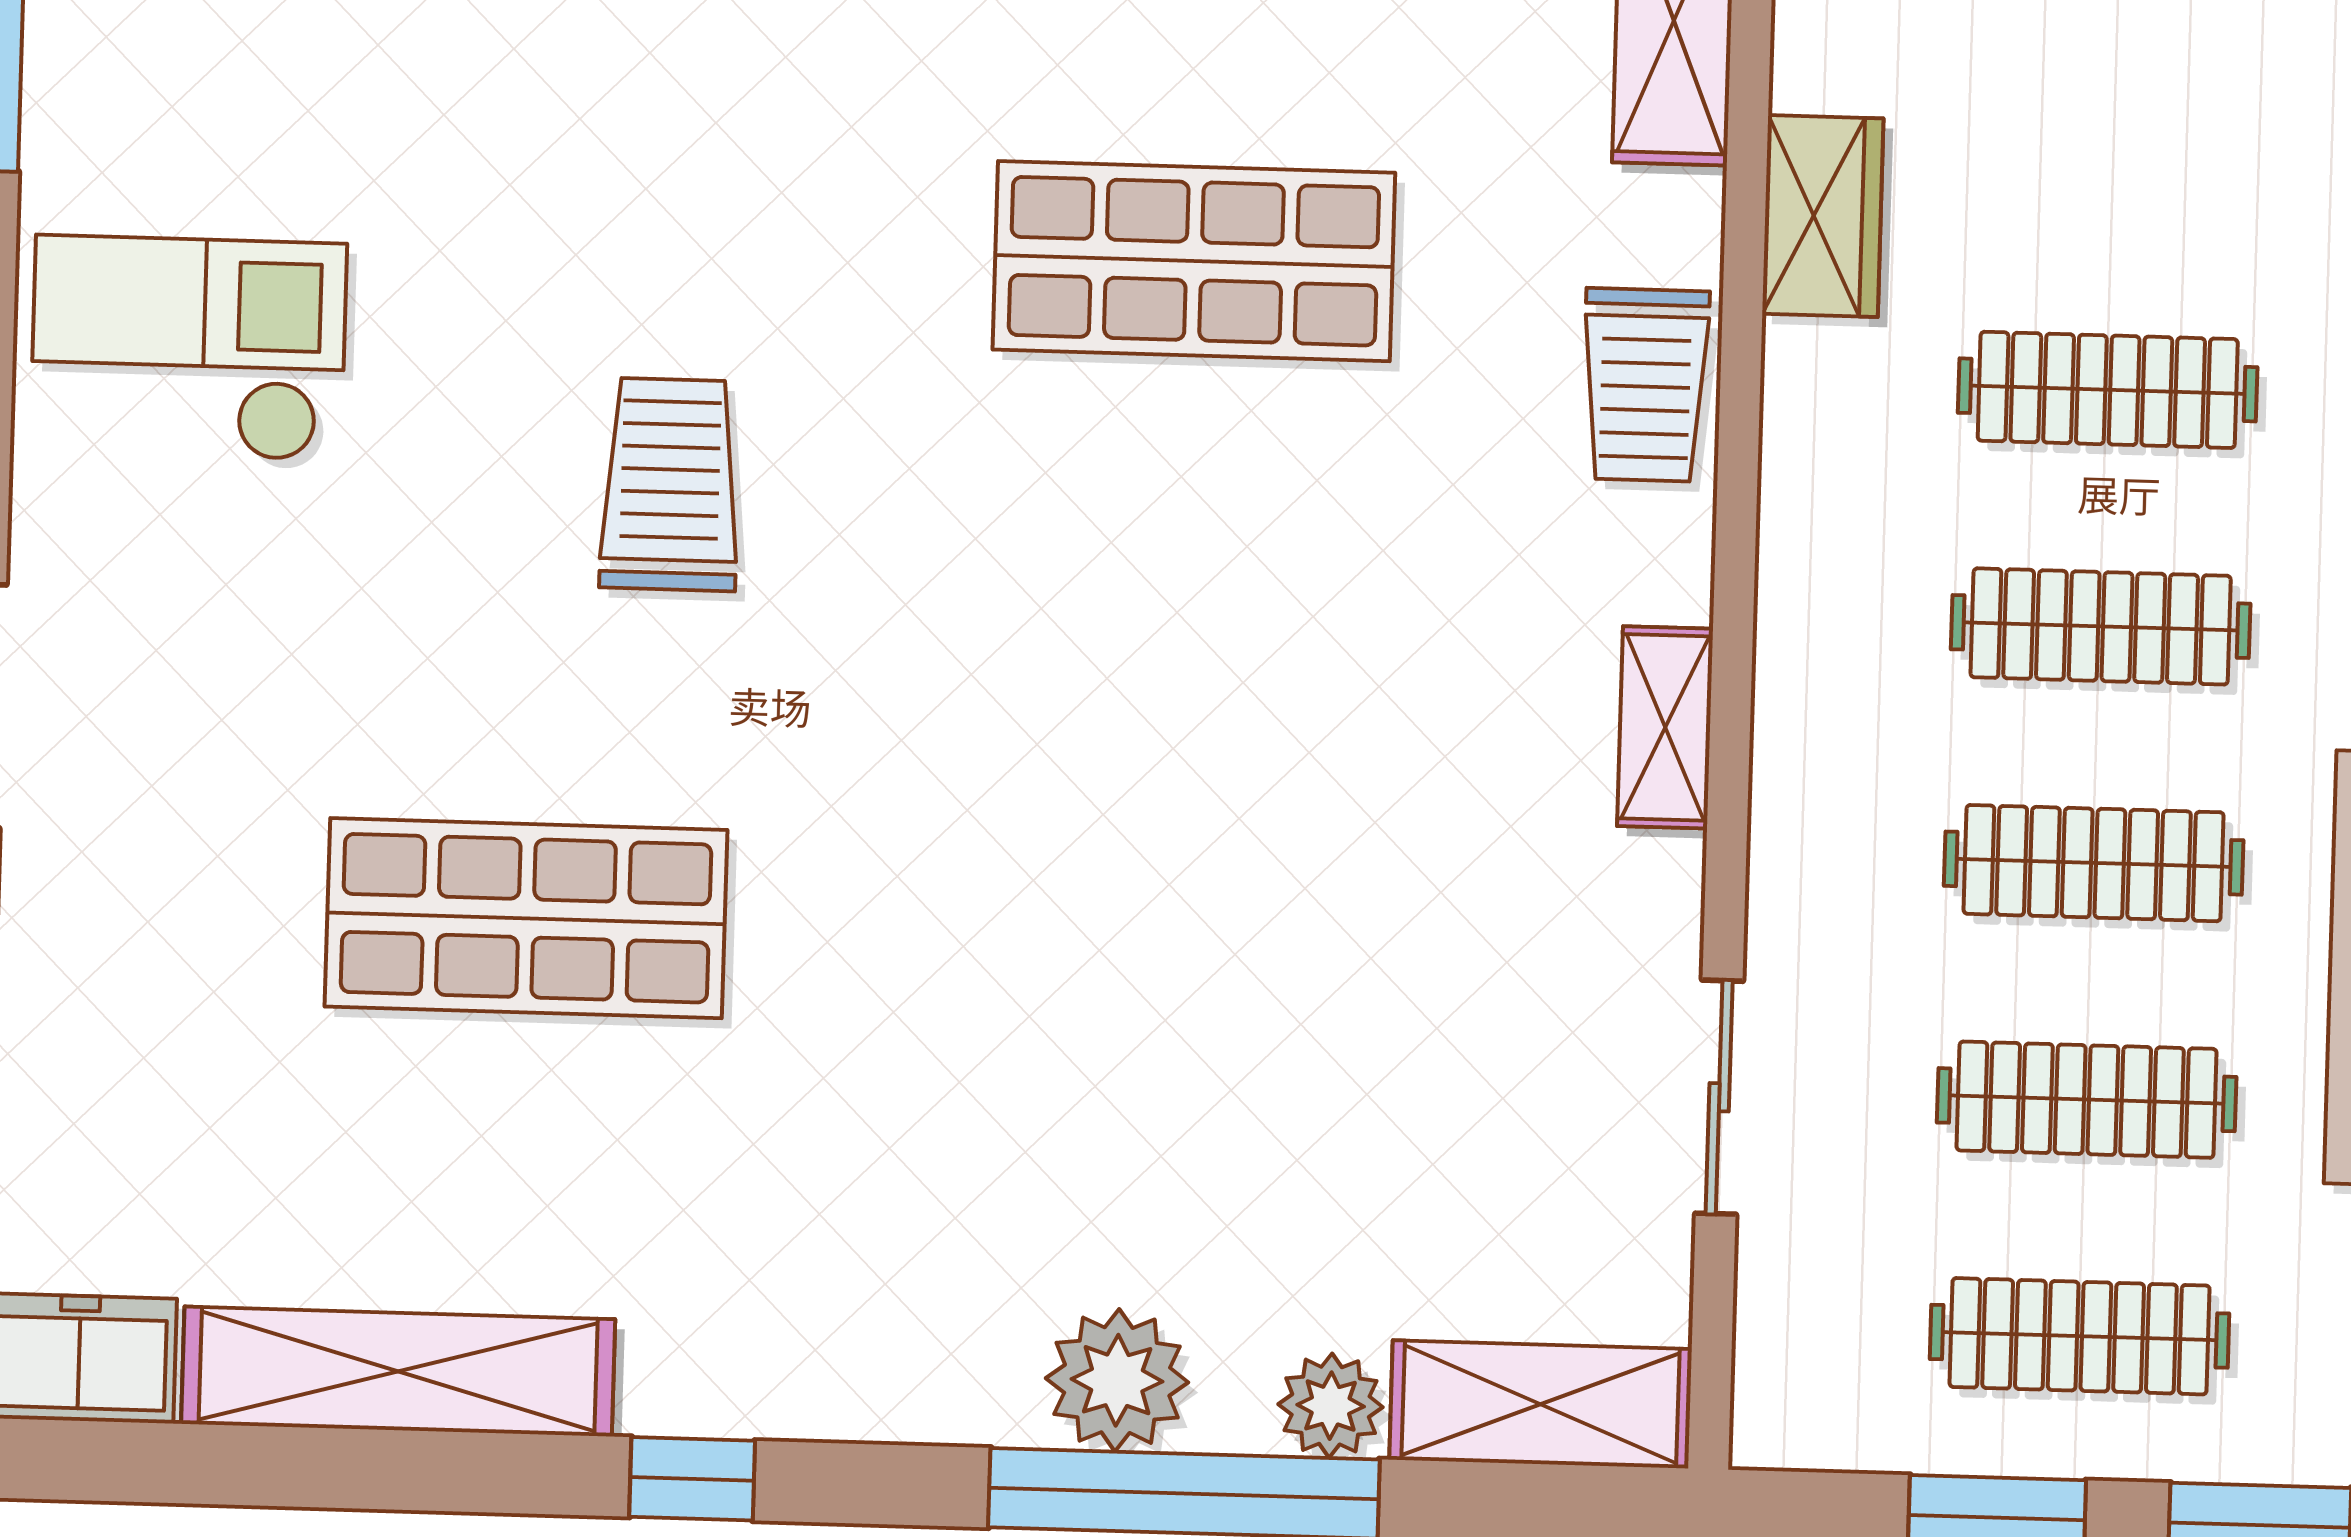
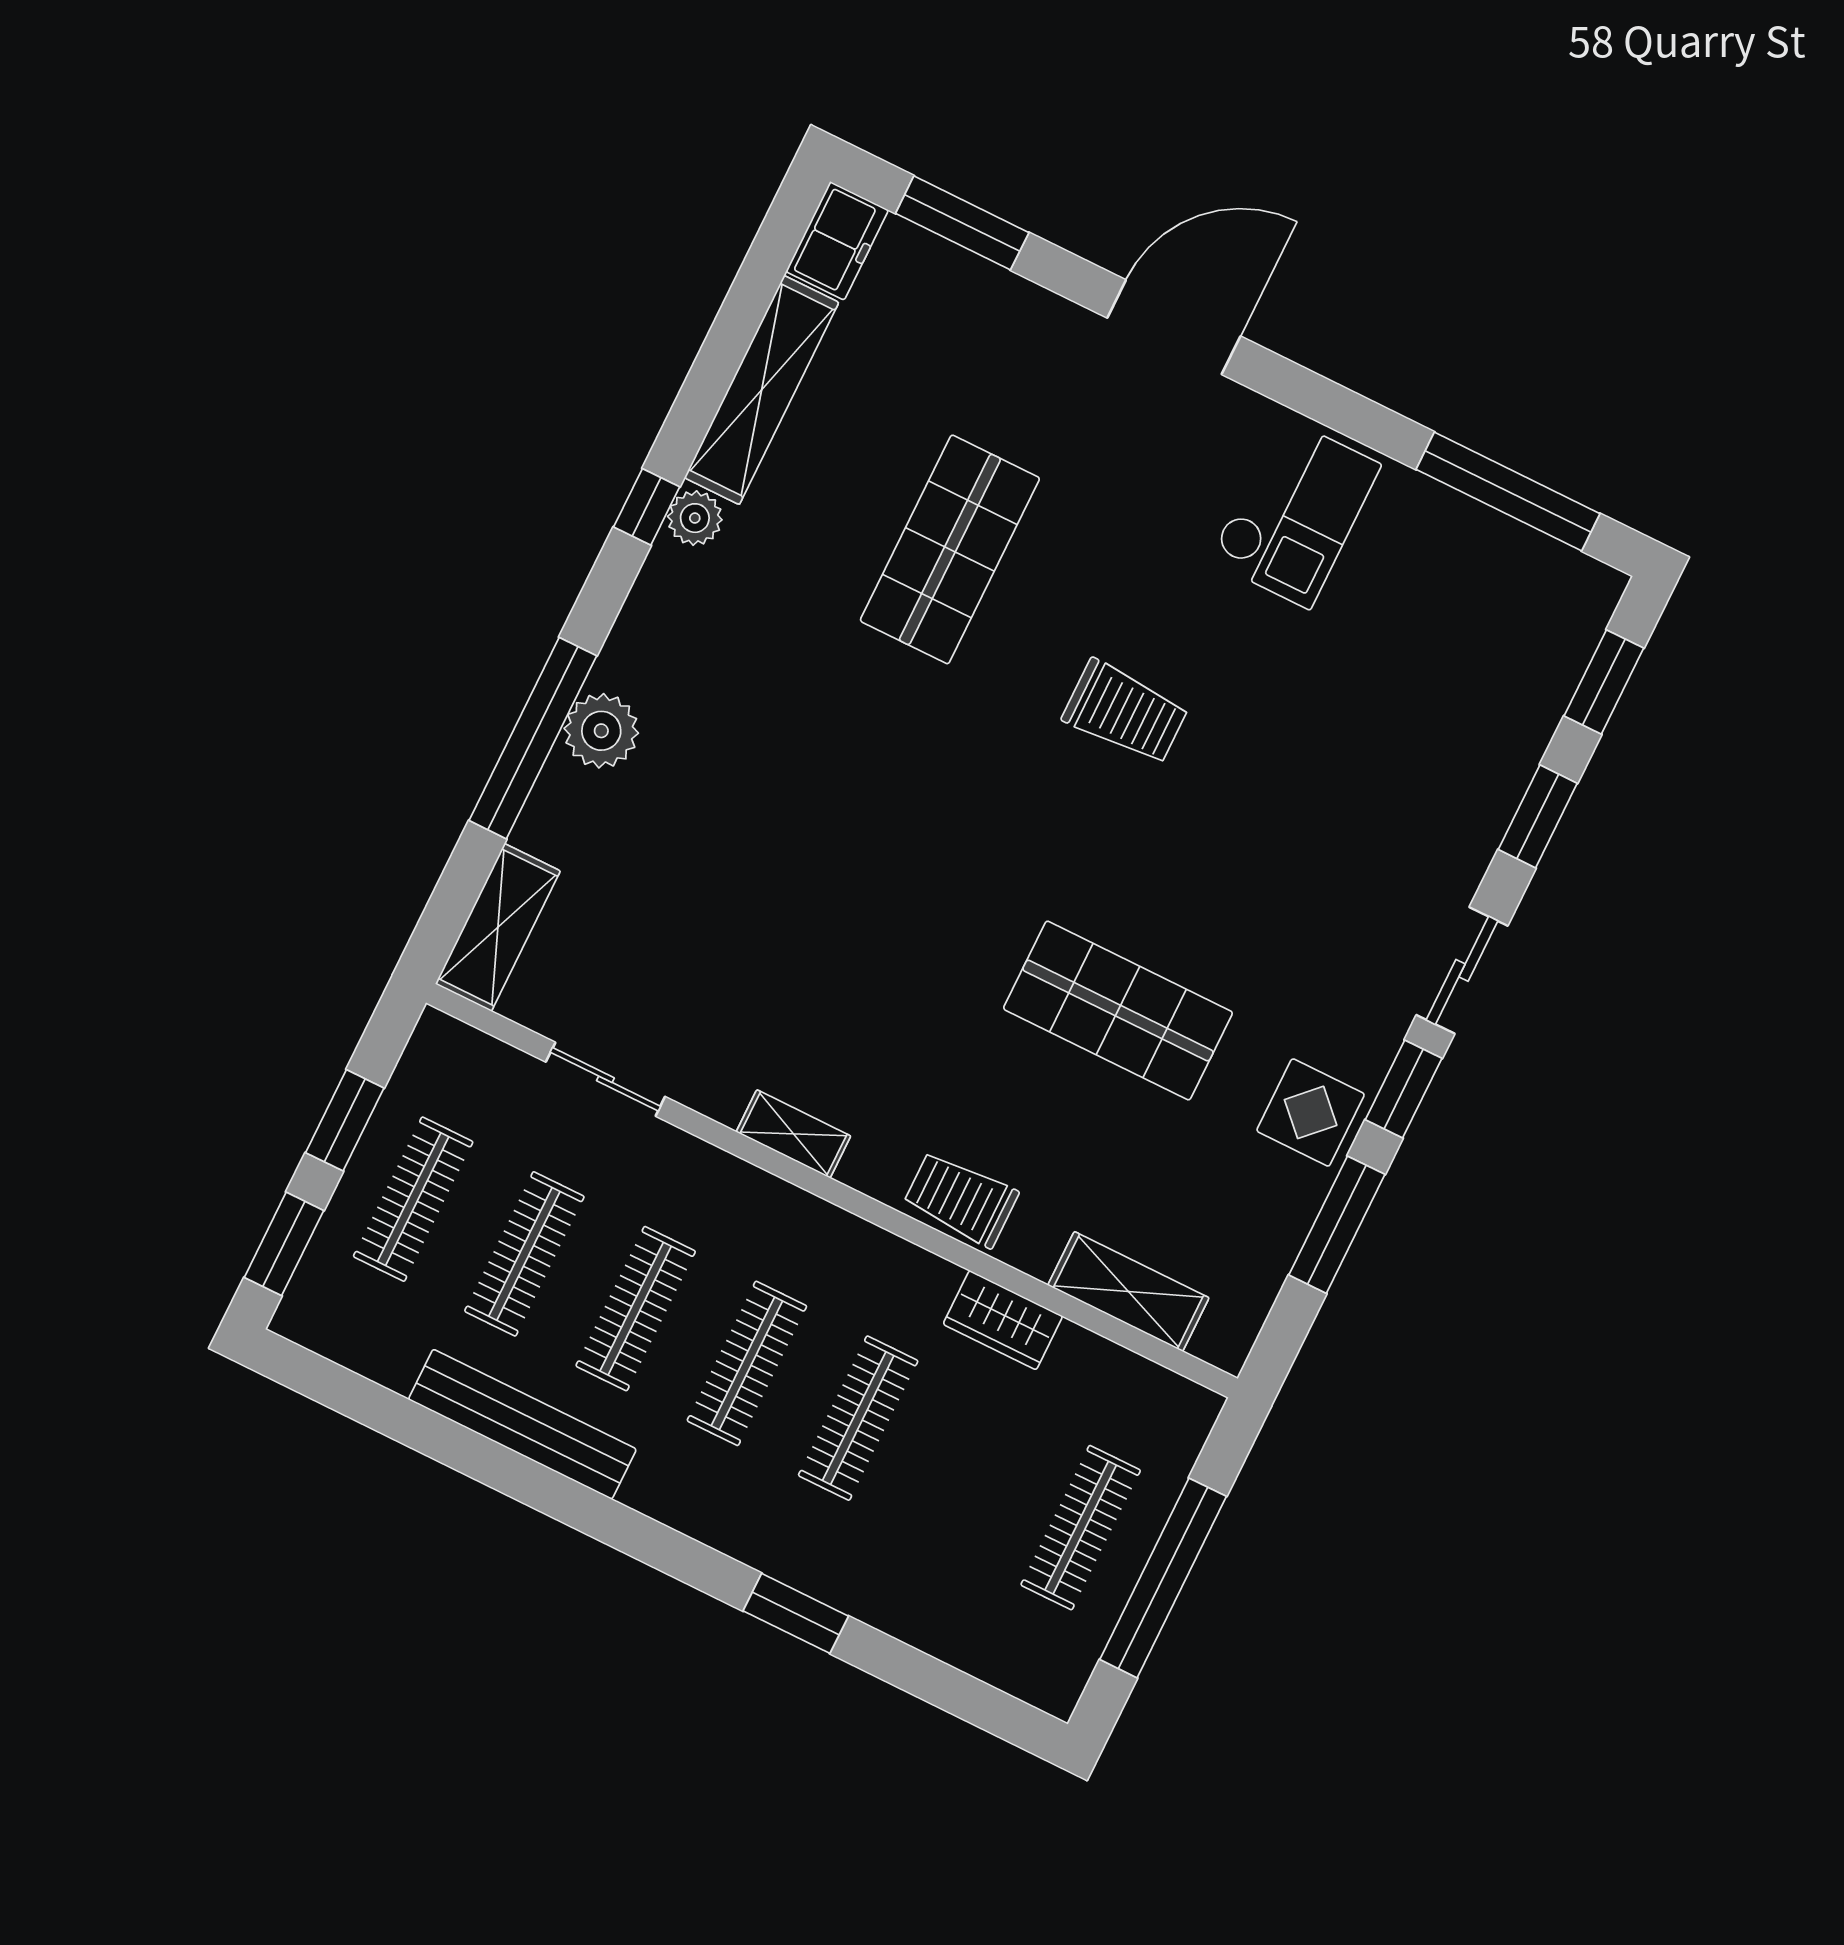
shop shelf: (1194, 261) -> (1118, 1011), turned 90
plant: (1331, 1406) -> (695, 518), moved

